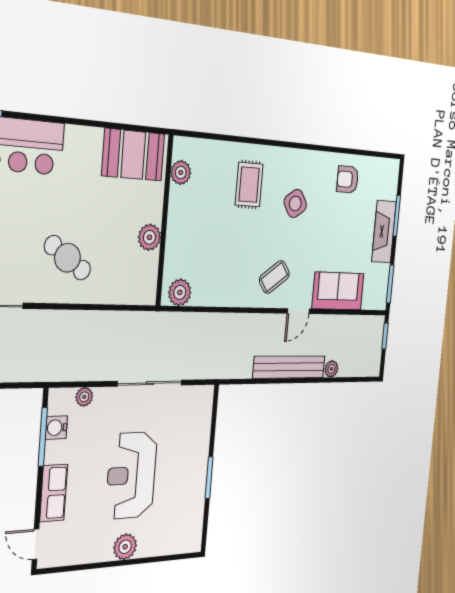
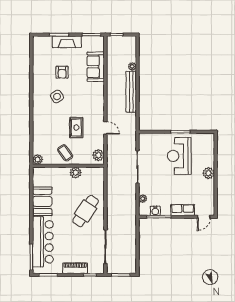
booth: (133, 155) -> (42, 201), moved
plant: (181, 172) -> (38, 159), moved
armchair: (348, 179) -> (62, 72), moved
rug: (249, 185) -> (76, 128), moved, turned 90
cafe table: (68, 258) -> (86, 211), width x1.37, depth x1.35
coffee table: (274, 277) -> (65, 153), moved
door: (298, 311) -> (105, 128), moved
reception desk: (131, 475) -> (179, 156), moved, turned 90

